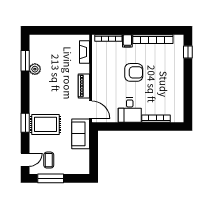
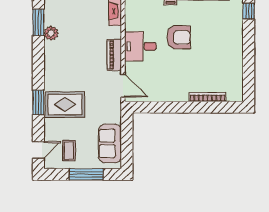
desk: (130, 110) -> (140, 46), moved, turned 90
sofa: (81, 134) -> (110, 143), moved
window: (51, 178) -> (86, 174), moved

